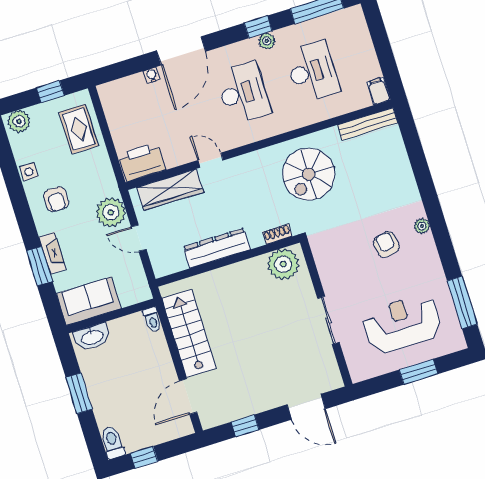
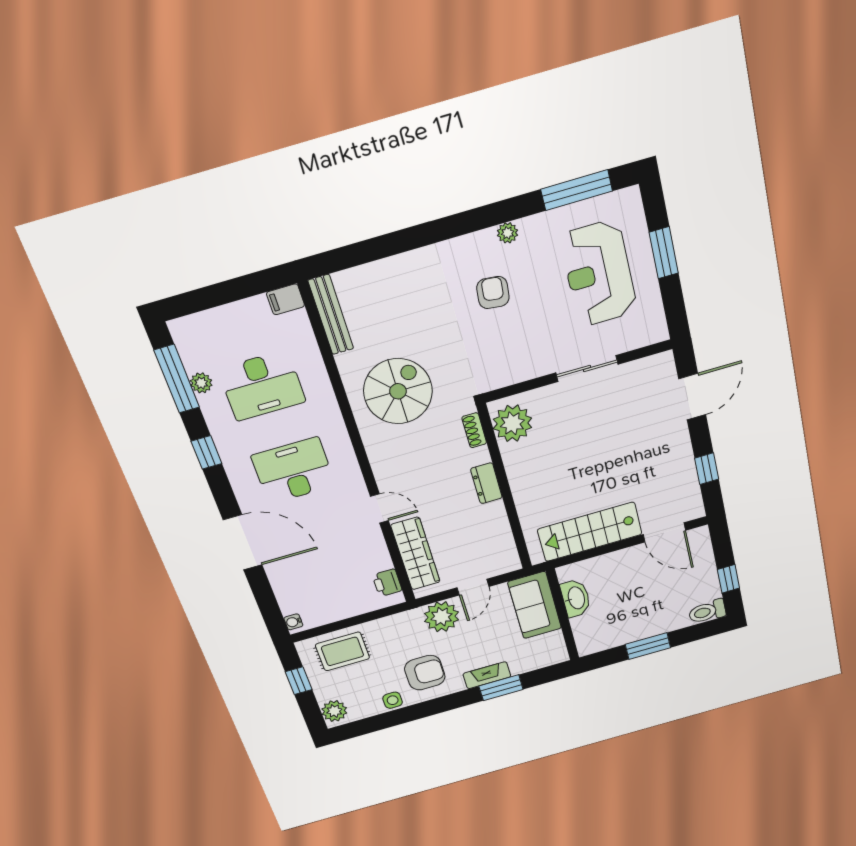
plant: (267, 41) -> (201, 383), moved
desk: (312, 71) -> (262, 386), turned 180
water cooler: (152, 75) -> (293, 622), moved
door: (211, 160) -> (380, 508), swing flipped
printer: (142, 162) -> (387, 583), width x0.53, depth x0.68
spiral stairs: (309, 174) -> (398, 391), turned -90
armchair: (56, 199) -> (425, 673), width x1.38, depth x1.38
plant: (422, 226) -> (508, 233), moved
armchair: (386, 244) -> (493, 293), turned 106
dresser: (217, 248) -> (486, 483), width x0.51, depth x0.80
sofa: (89, 301) -> (535, 605), moved
toilet: (152, 319) -> (570, 572), removed
washbasin: (92, 337) -> (576, 598), moved

